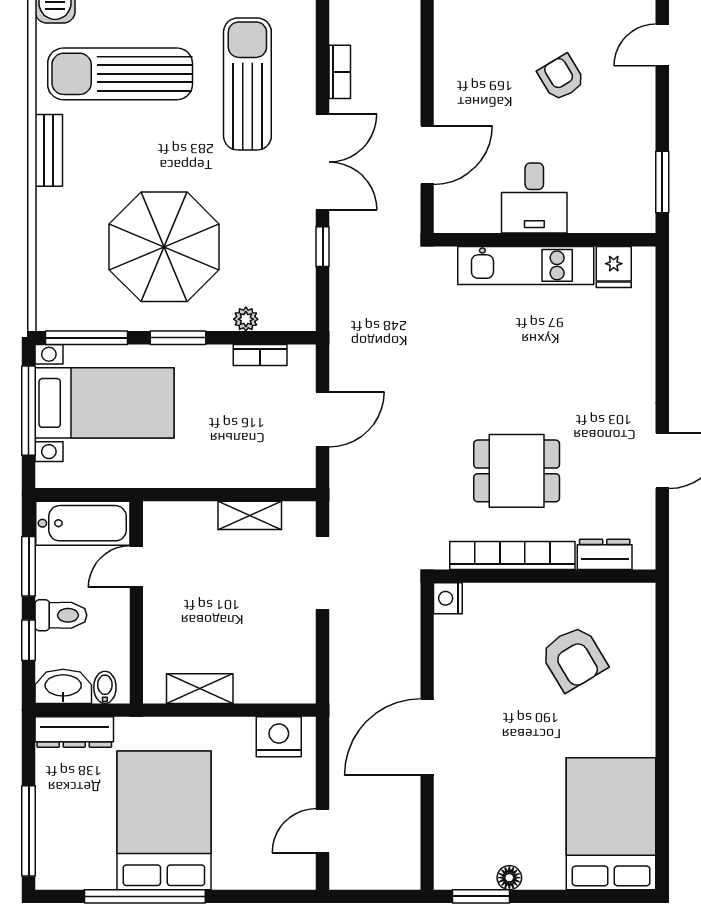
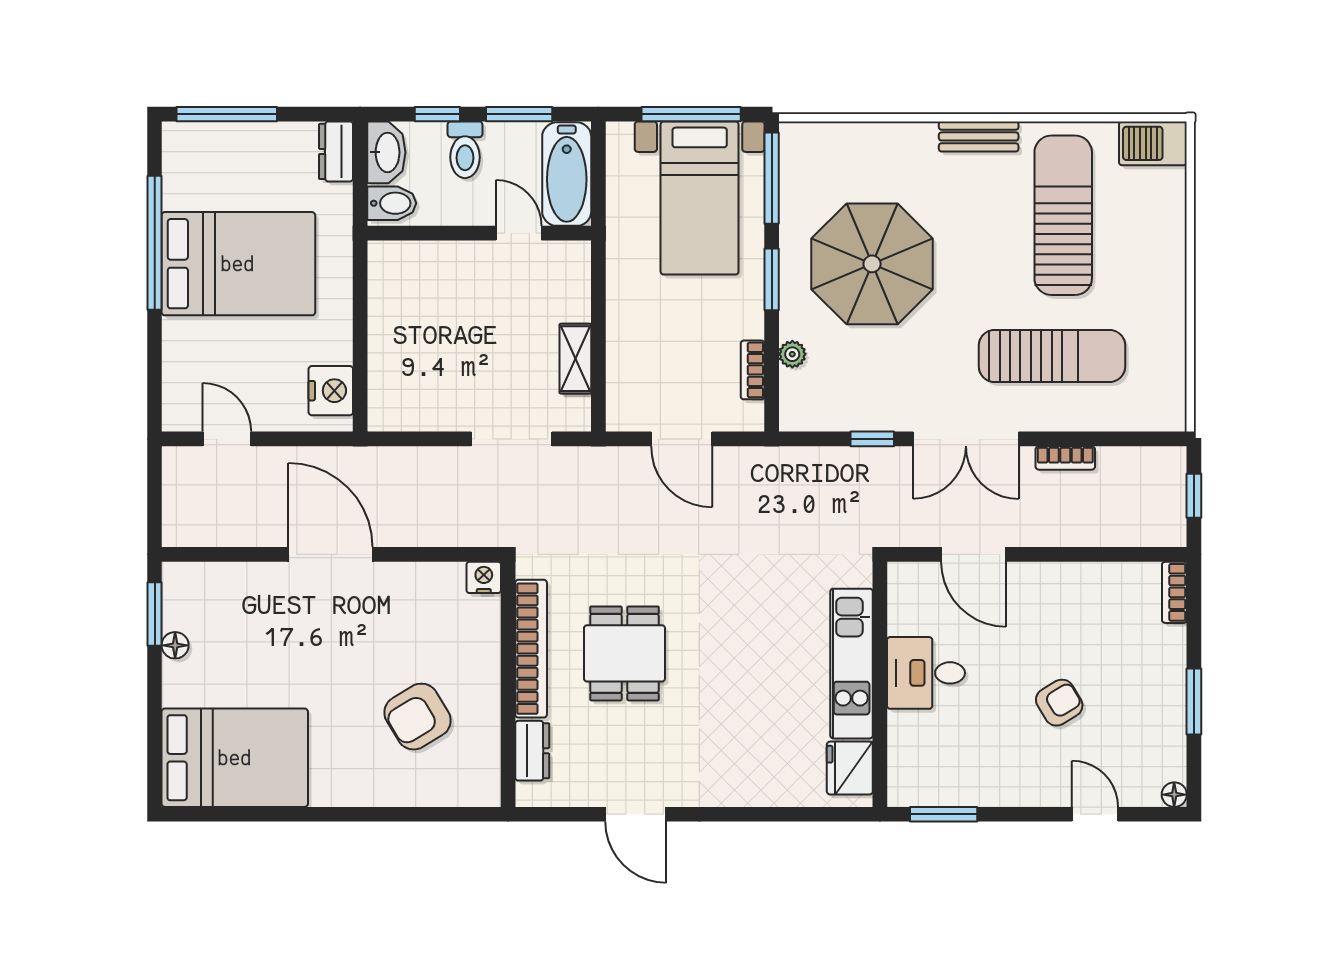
fridge: (614, 267) -> (850, 768), width x1.38
bidet: (105, 687) -> (392, 203), width x1.38, depth x1.36
shelving: (200, 689) -> (384, 303), removed
dresser: (74, 732) -> (336, 151), width x0.70

